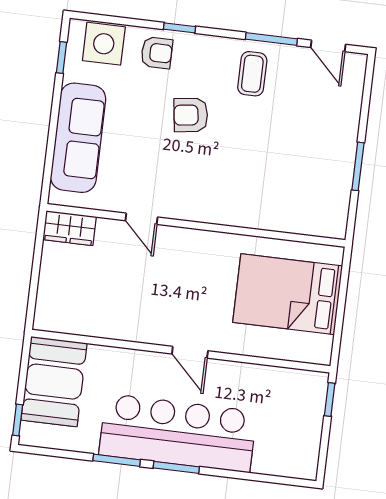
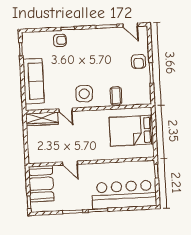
side table: (104, 44) -> (84, 94), moved
coffee table: (252, 74) -> (116, 96), moved
armchair: (191, 115) -> (139, 62), moved, turned -82
wardrobe: (70, 228) -> (42, 119), width x1.50
door: (190, 352) -> (70, 163), moved
bar counter: (178, 433) -> (124, 195), moved

